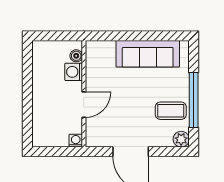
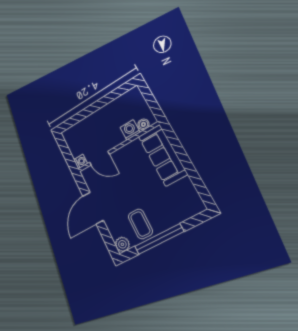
sofa: (148, 54) -> (163, 155), moved
door: (84, 105) -> (99, 158), moved

